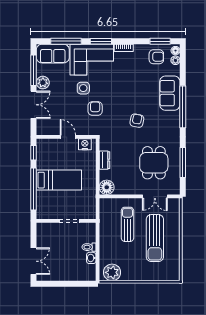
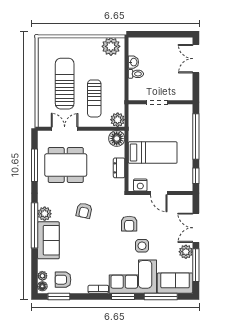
plant: (173, 118) -> (45, 214), added
dining table: (154, 163) -> (66, 165), width x1.38
bed: (59, 180) -> (153, 153), moved, turned 180
plant: (106, 205) -> (118, 120), added

